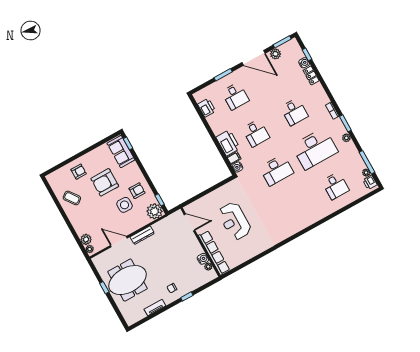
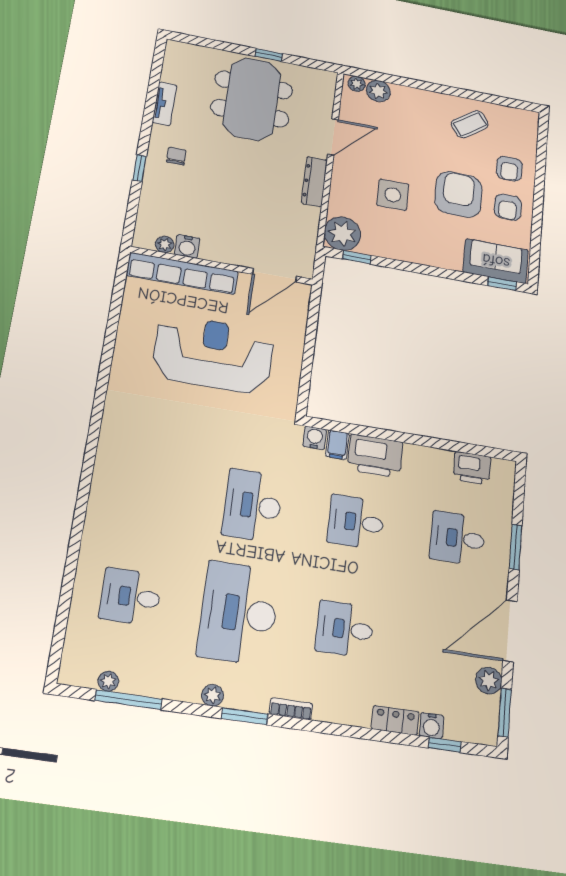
printer: (370, 182) -> (82, 673), removed
armchair: (137, 191) -> (508, 207), moved
reception desk: (235, 221) -> (213, 354), width x1.36, depth x1.30

